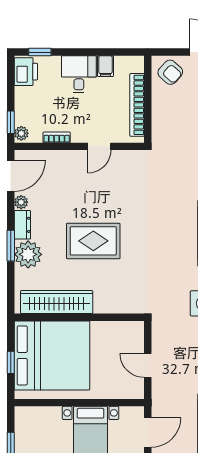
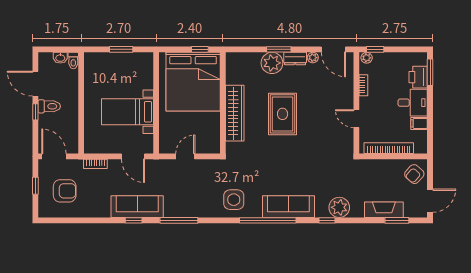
window: (40, 52) -> (430, 72), width x1.50
printer: (26, 72) -> (418, 77), moved, turned 90
wardrobe: (57, 302) -> (235, 113), moved
window: (11, 362) -> (200, 49), moved

